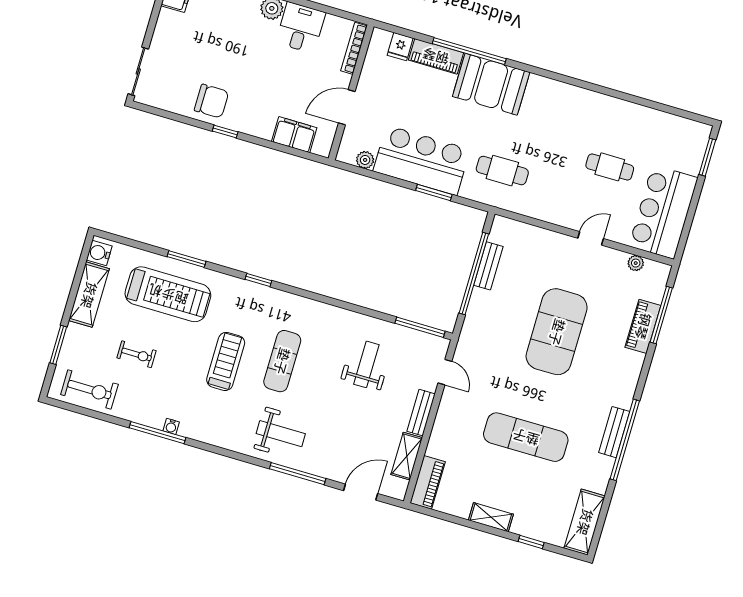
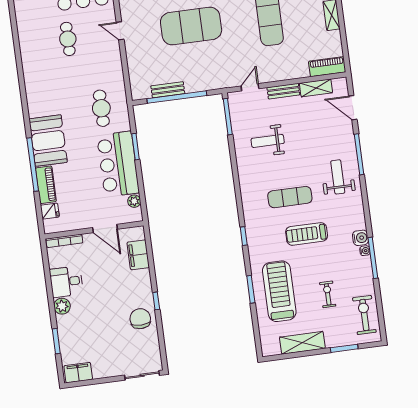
water cooler: (99, 253) -> (360, 238), moved, turned -90

